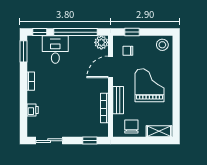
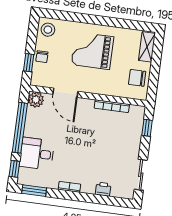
chair: (128, 51) -> (42, 57), moved
bench: (118, 100) -> (105, 89), removed

